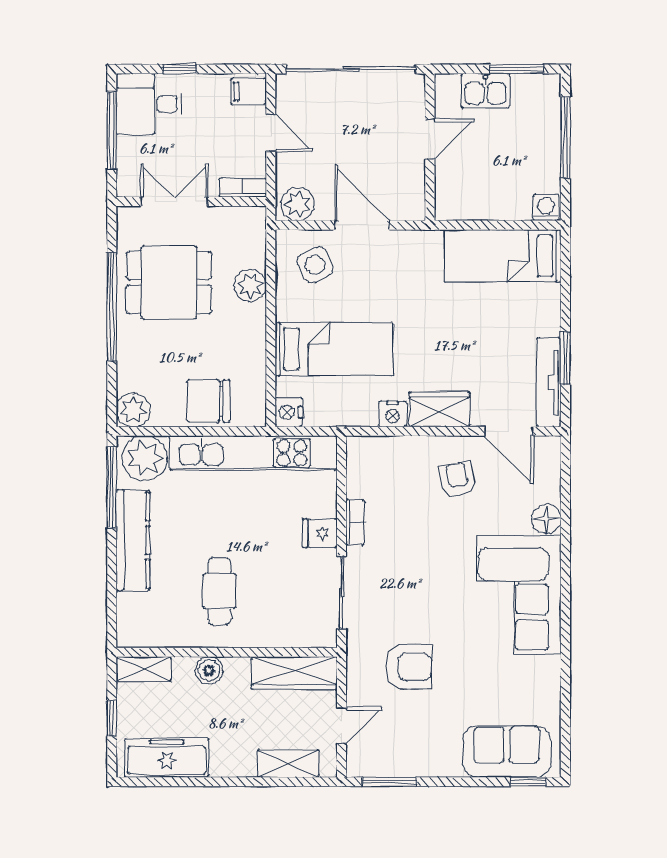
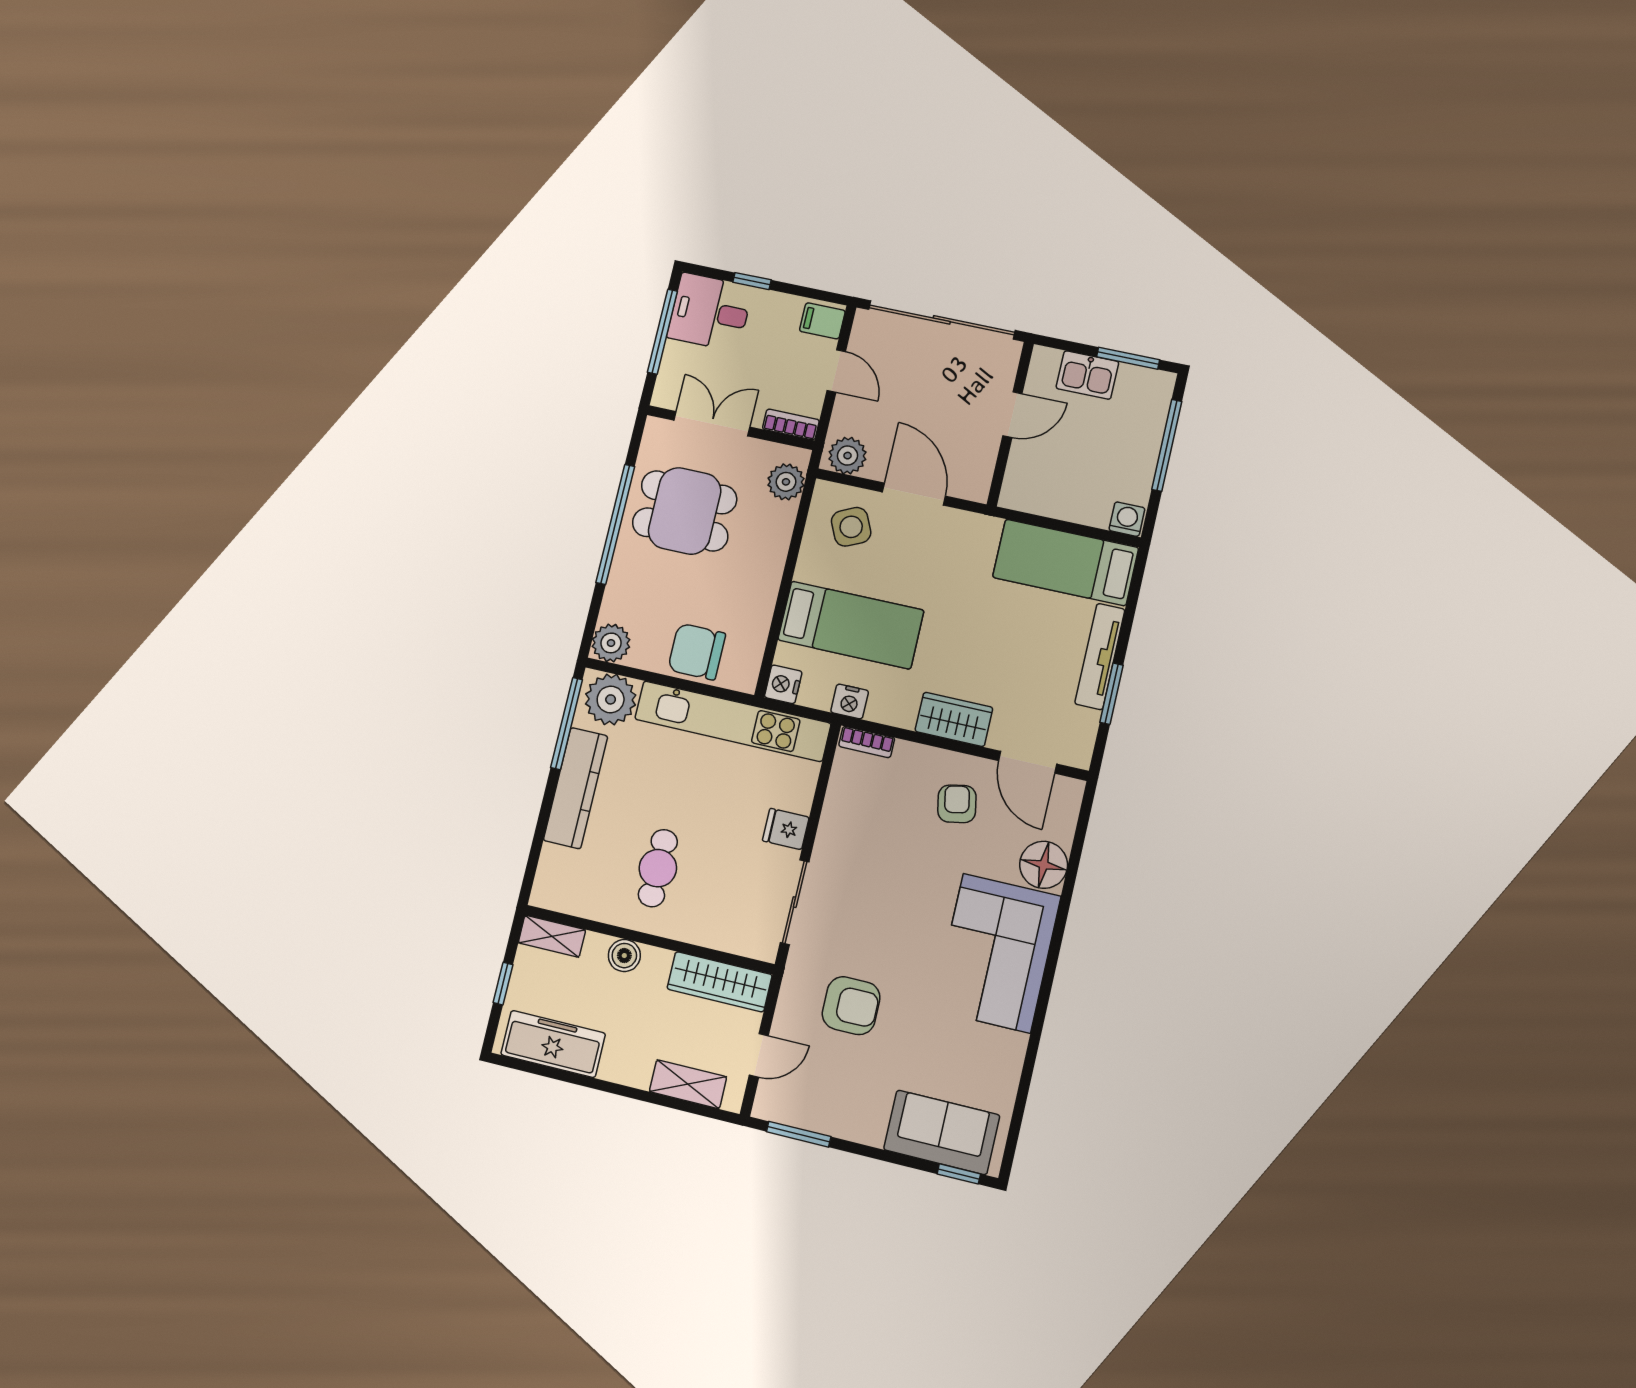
plant: (250, 286) -> (786, 482), moved
tv unit: (549, 382) -> (1100, 656), moved
nightstand: (393, 414) -> (850, 701), moved
floor lamp: (546, 519) -> (1044, 865), width x1.38, depth x1.38
bookcase: (355, 522) -> (867, 742), moved, turned 90

